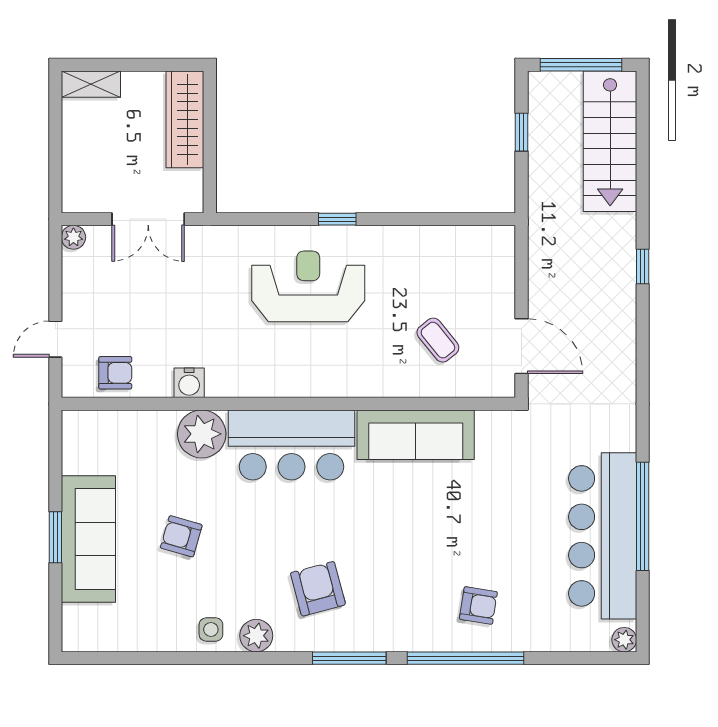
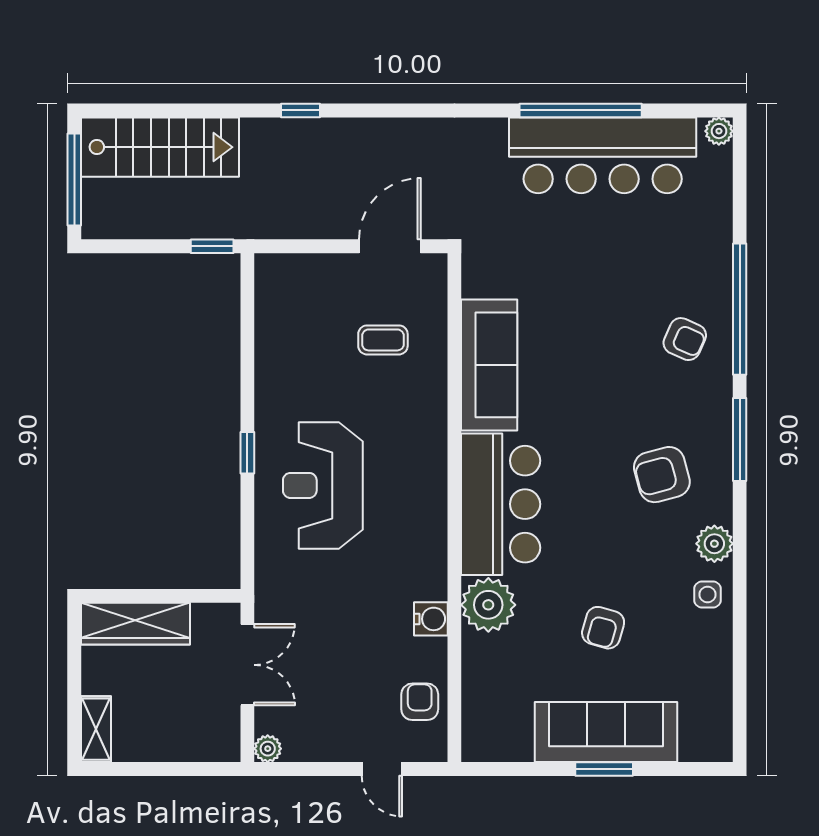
window: (522, 132) -> (212, 246), moved
coffee table: (438, 340) -> (383, 340), turned 39
armchair: (478, 605) -> (685, 339), moved, turned 105

